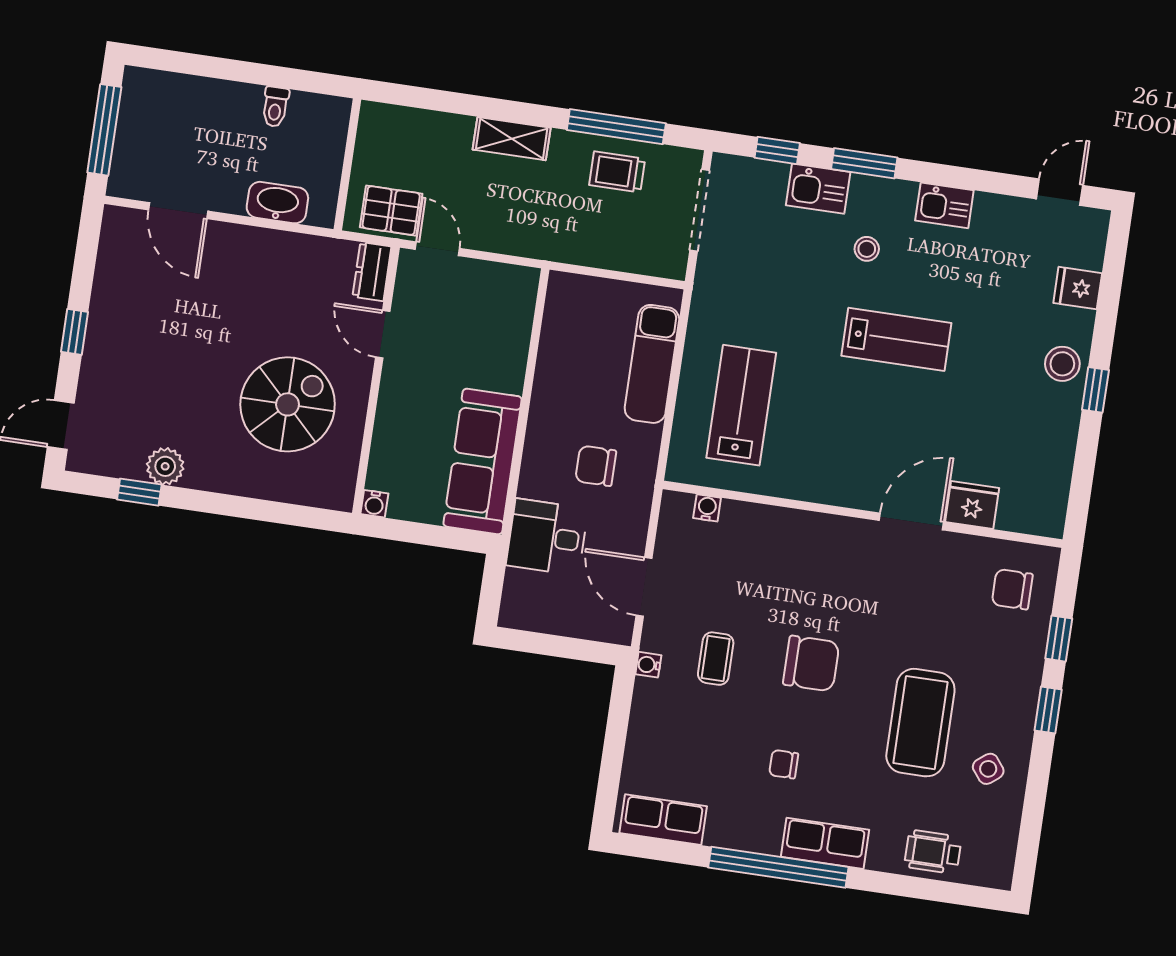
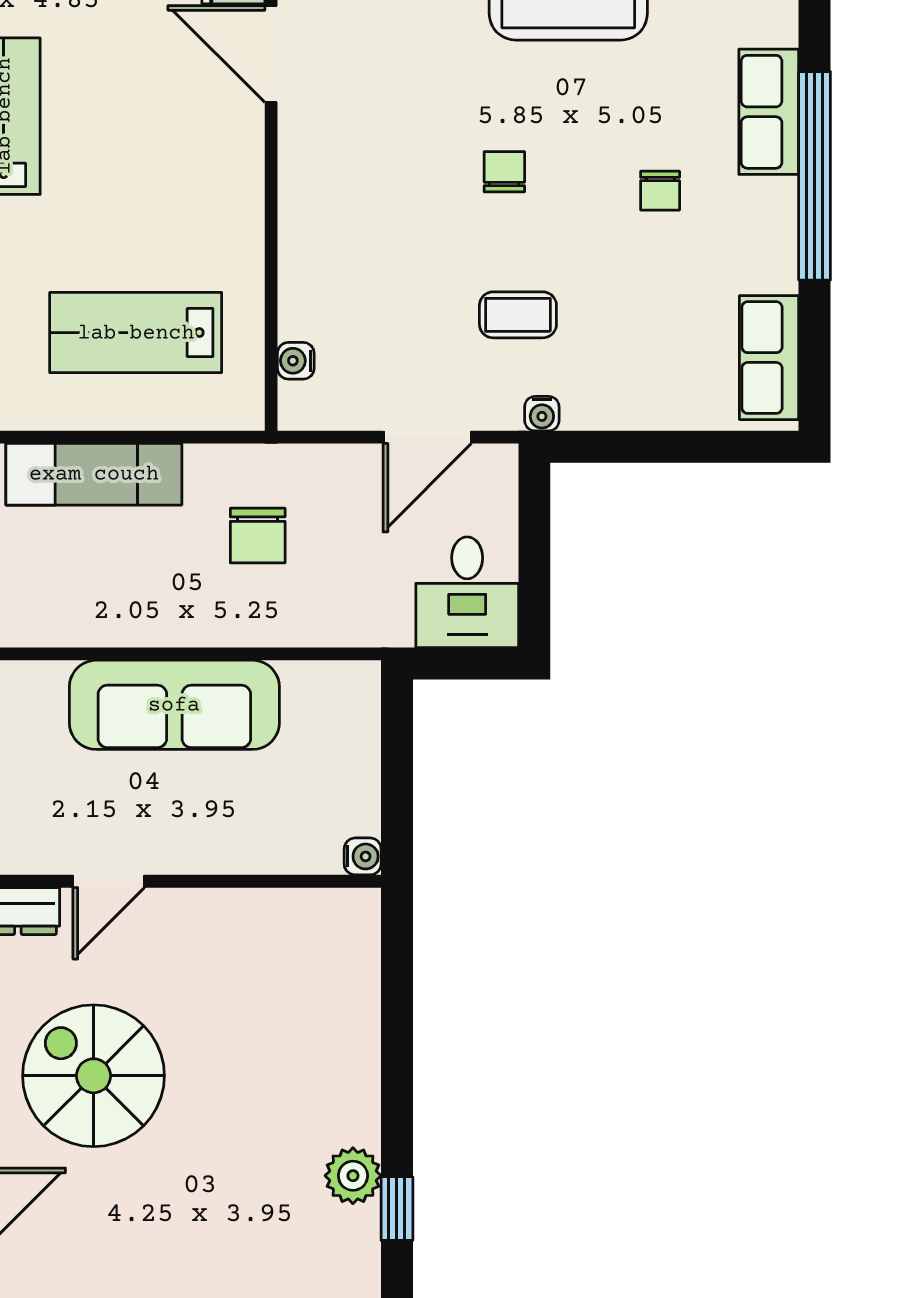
spiral stairs: (288, 404) -> (94, 1076), moved
sofa: (483, 461) -> (174, 705), moved
desk: (547, 537) -> (467, 592), moved
chair: (811, 663) -> (504, 172), width x0.54, depth x0.54

